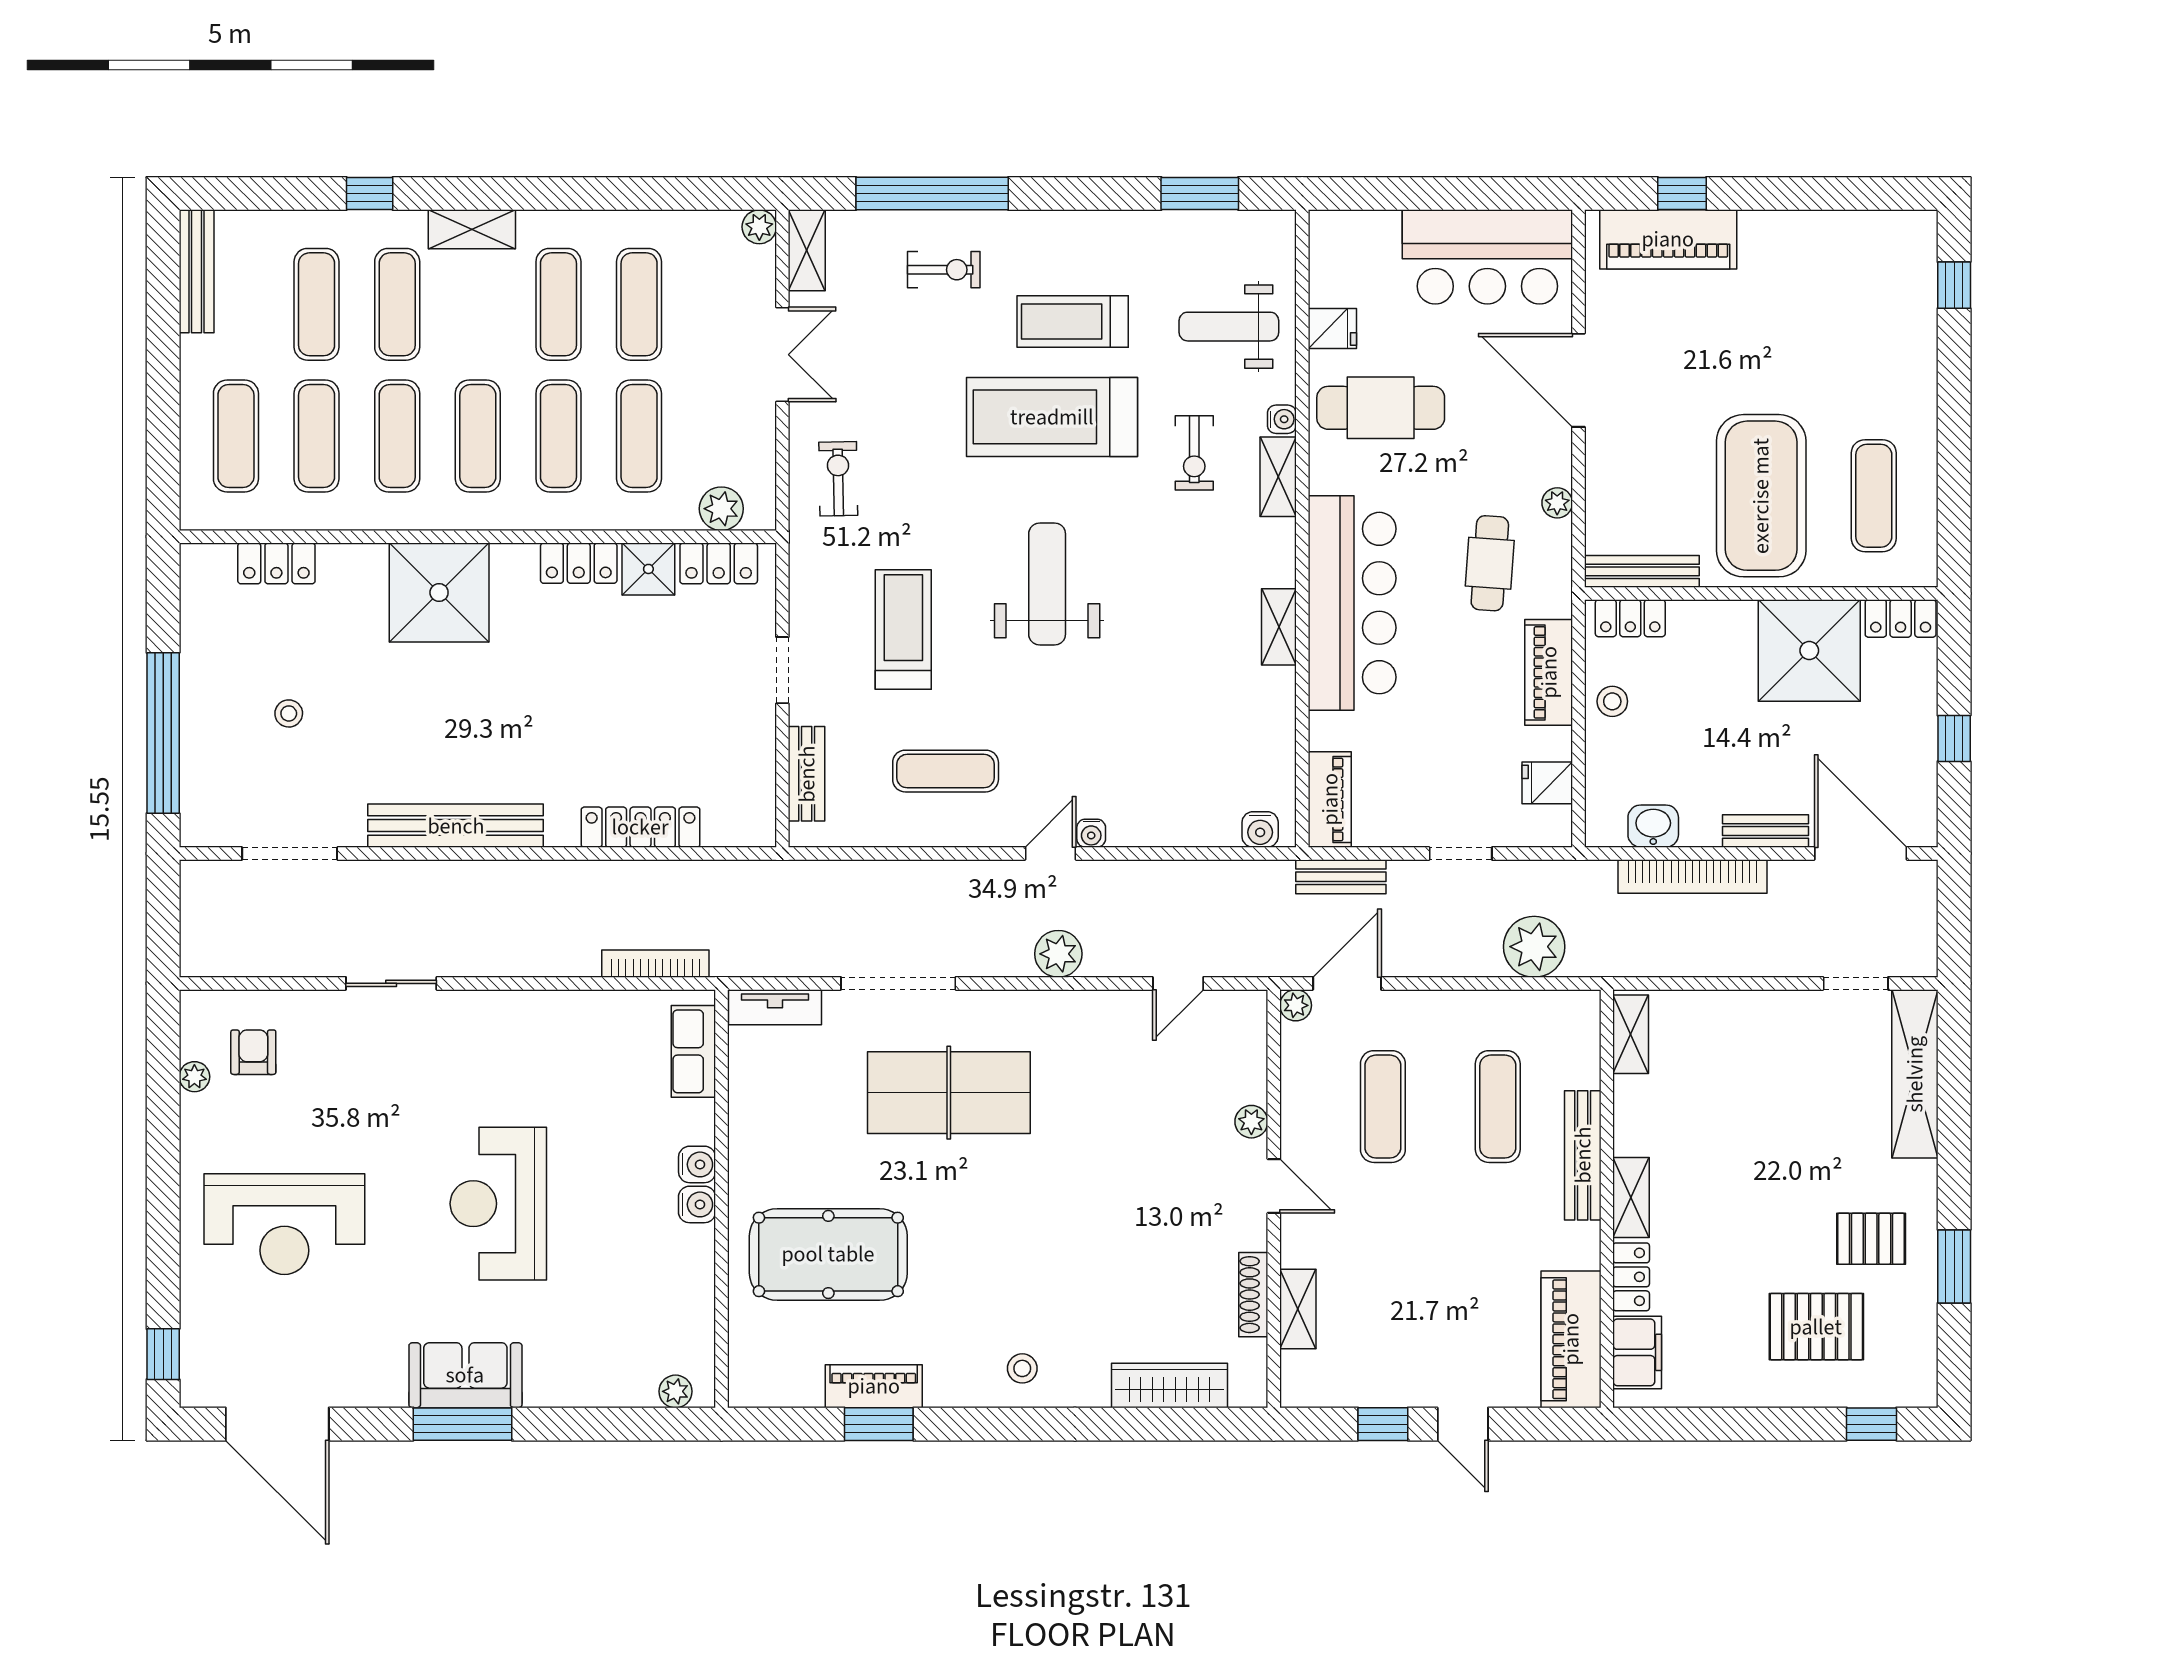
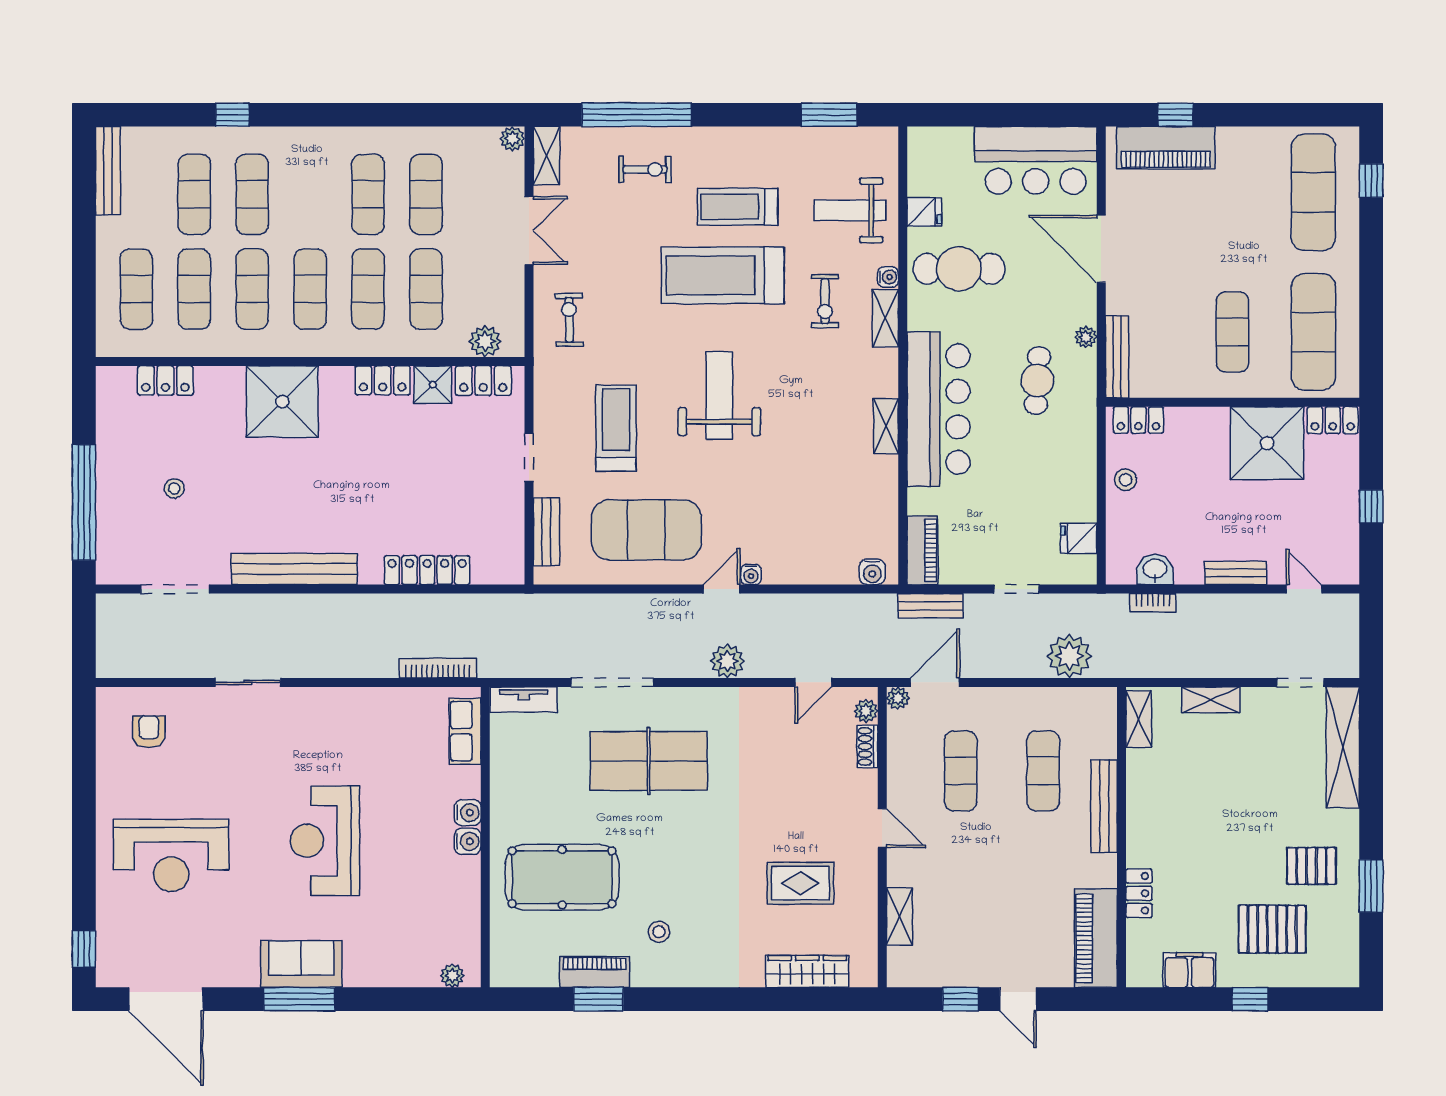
shelving: (472, 229) -> (306, 140), removed
exercise mat: (1874, 301) -> (1313, 192), added
exercise mat: (1761, 496) -> (1232, 332), width x0.50, depth x0.69
exercise mat: (1874, 496) -> (1313, 332), width x1.36, depth x1.45
bench: (1642, 571) -> (1117, 357), moved, turned 90
piano: (1549, 672) -> (1080, 459), removed
exercise mat: (946, 771) -> (646, 530), width x2.00, depth x1.45
door: (1861, 853) -> (1304, 589), width x0.53
bookcase: (1692, 876) -> (1153, 603), width x0.43, depth x0.76
plant: (194, 1077) -> (106, 749), removed
plant: (1251, 1122) -> (866, 711), moved
shelving: (1631, 1197) -> (1211, 700), moved, turned 90
rug: (1160, 1263) -> (800, 883), added
shoe rack: (1253, 1295) -> (868, 746), moved, width x0.70
filing cabinet: (1637, 1352) -> (1190, 970), moved, turned -90
stool: (1022, 1368) -> (659, 932), moved
window: (1872, 1424) -> (1250, 999), moved

